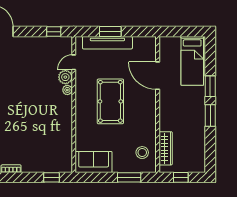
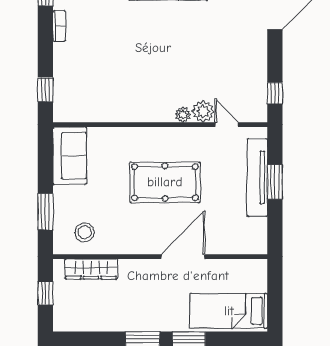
door: (158, 76) -> (183, 257), moved

